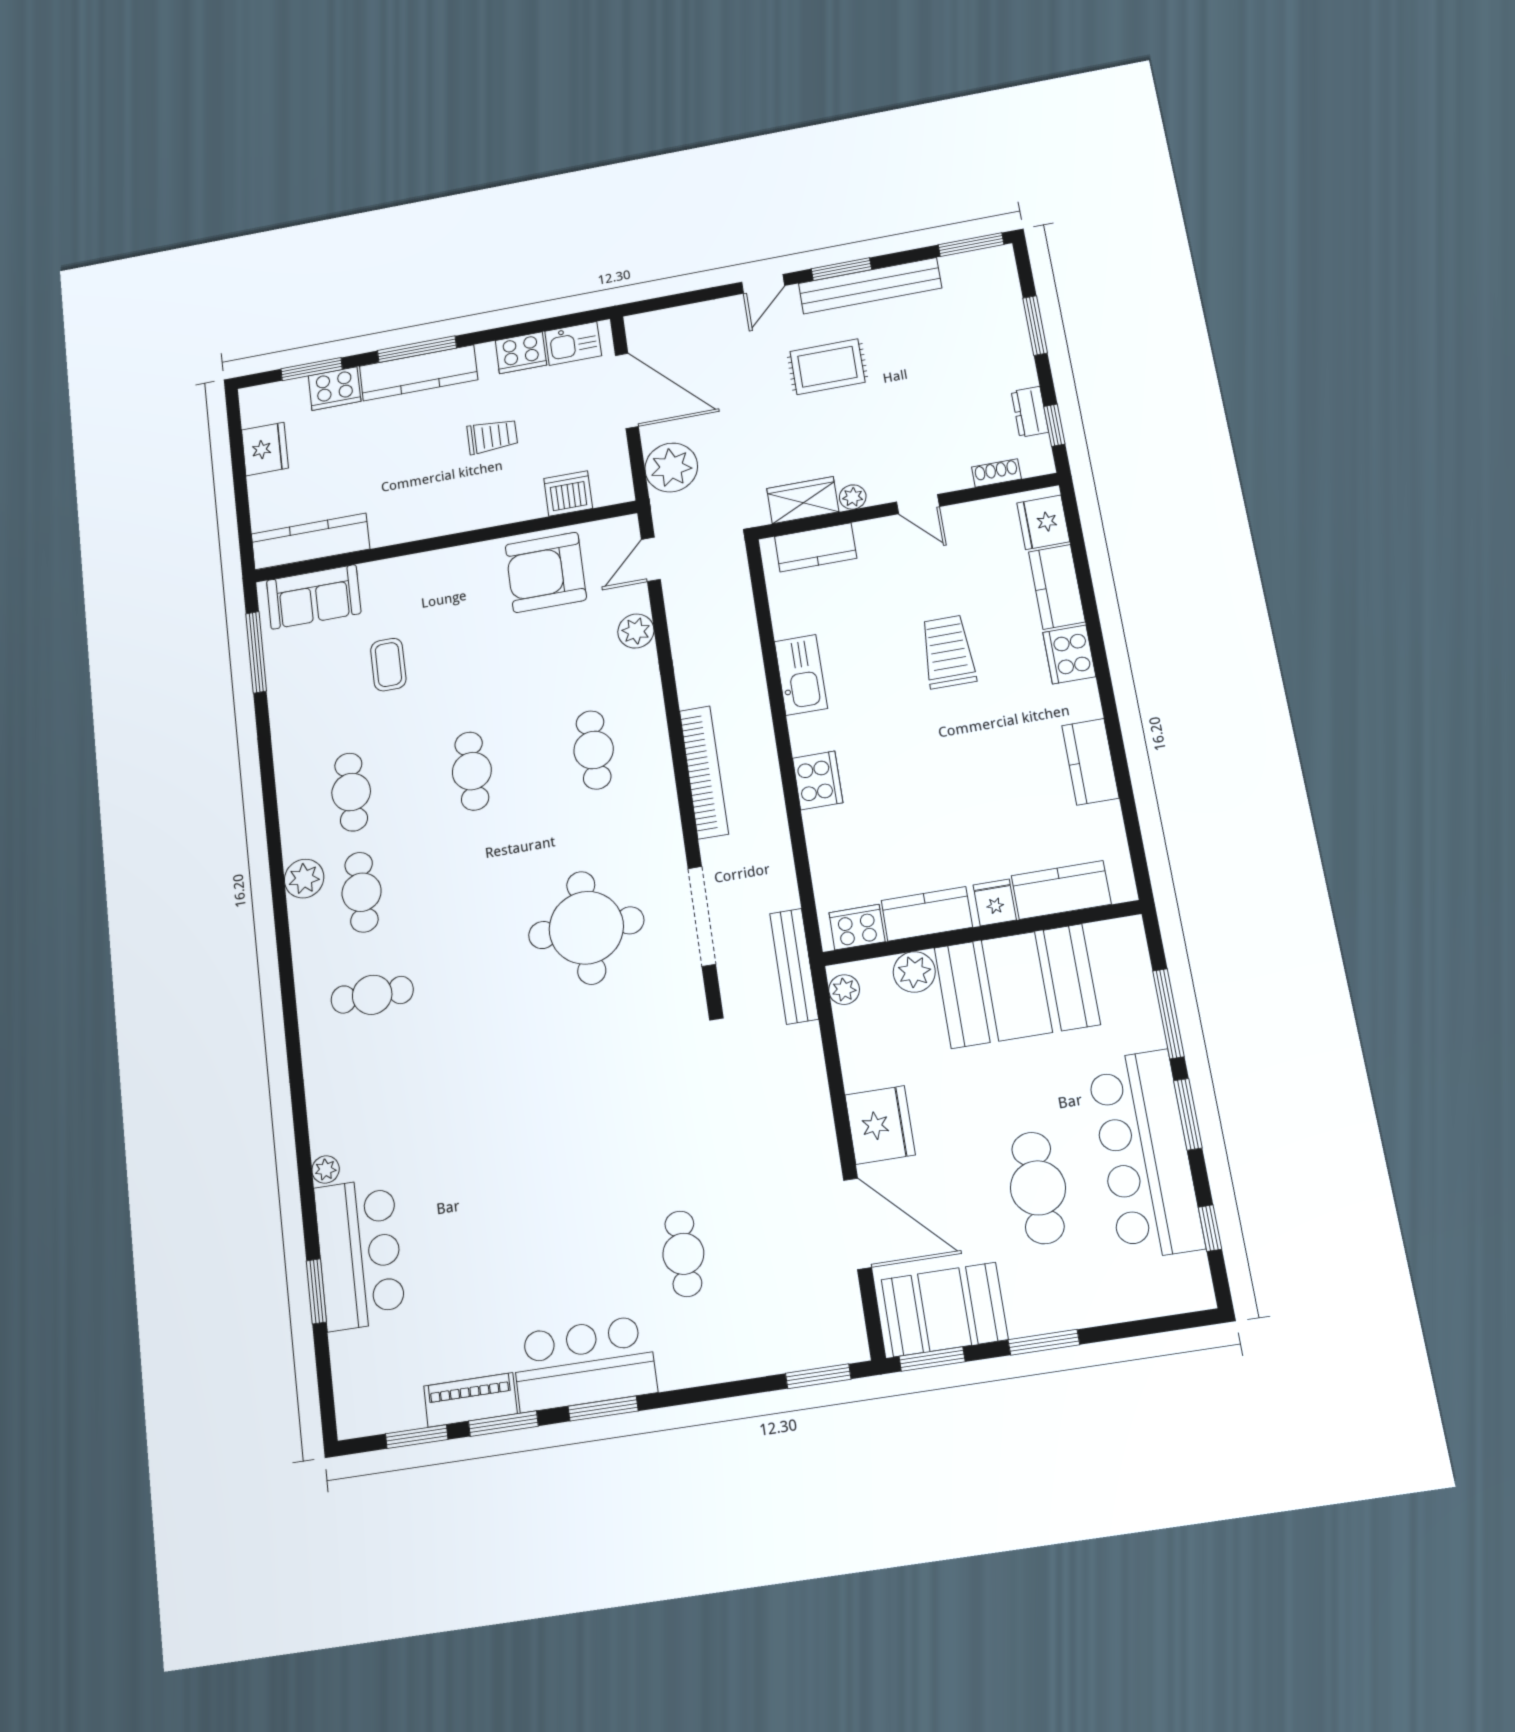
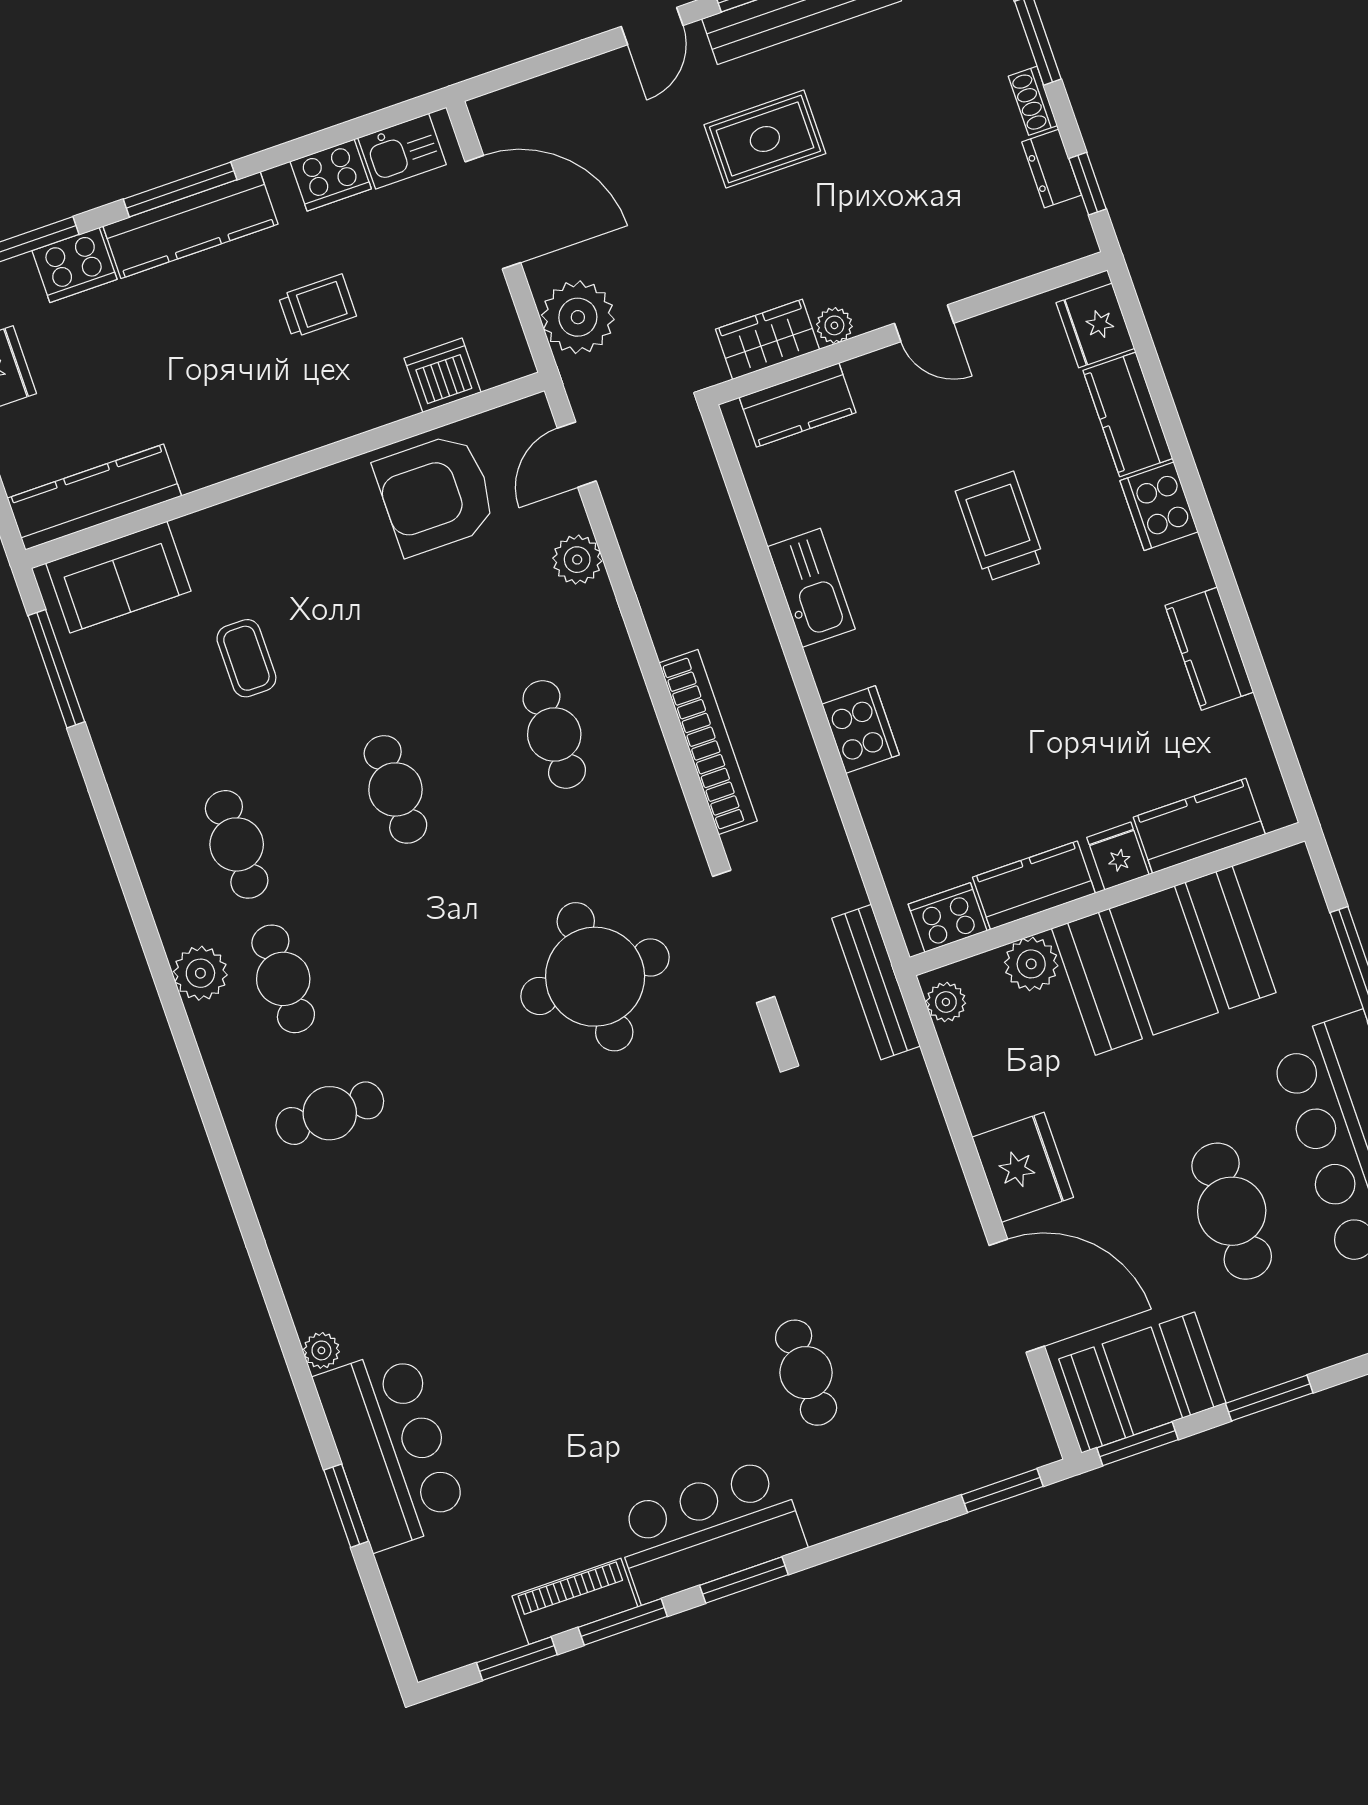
shoe rack: (996, 473) -> (1033, 101), moved, turned -90

